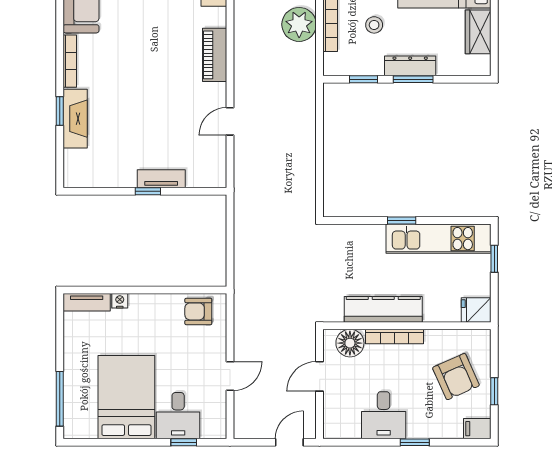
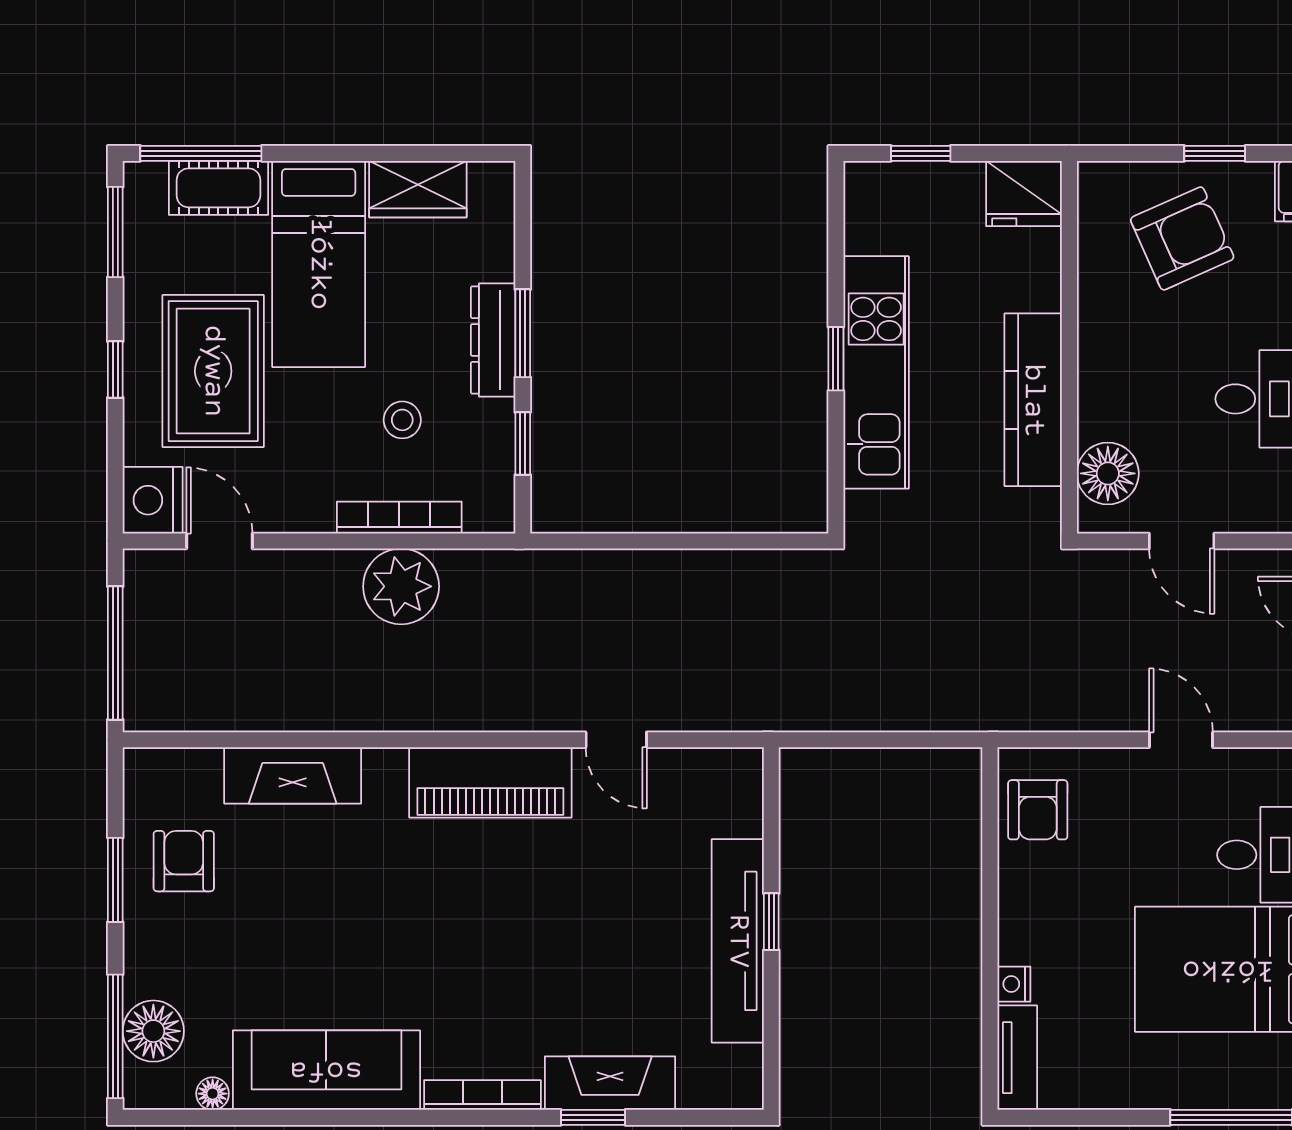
piano: (215, 55) -> (490, 782), width x1.37, depth x1.33
tv unit: (161, 179) -> (738, 941), width x1.92, depth x1.29
kitchen unit: (439, 239) -> (876, 372), moved
fridge: (476, 310) -> (1024, 193), width x1.38
bookcase: (395, 336) -> (1093, 375), removed

